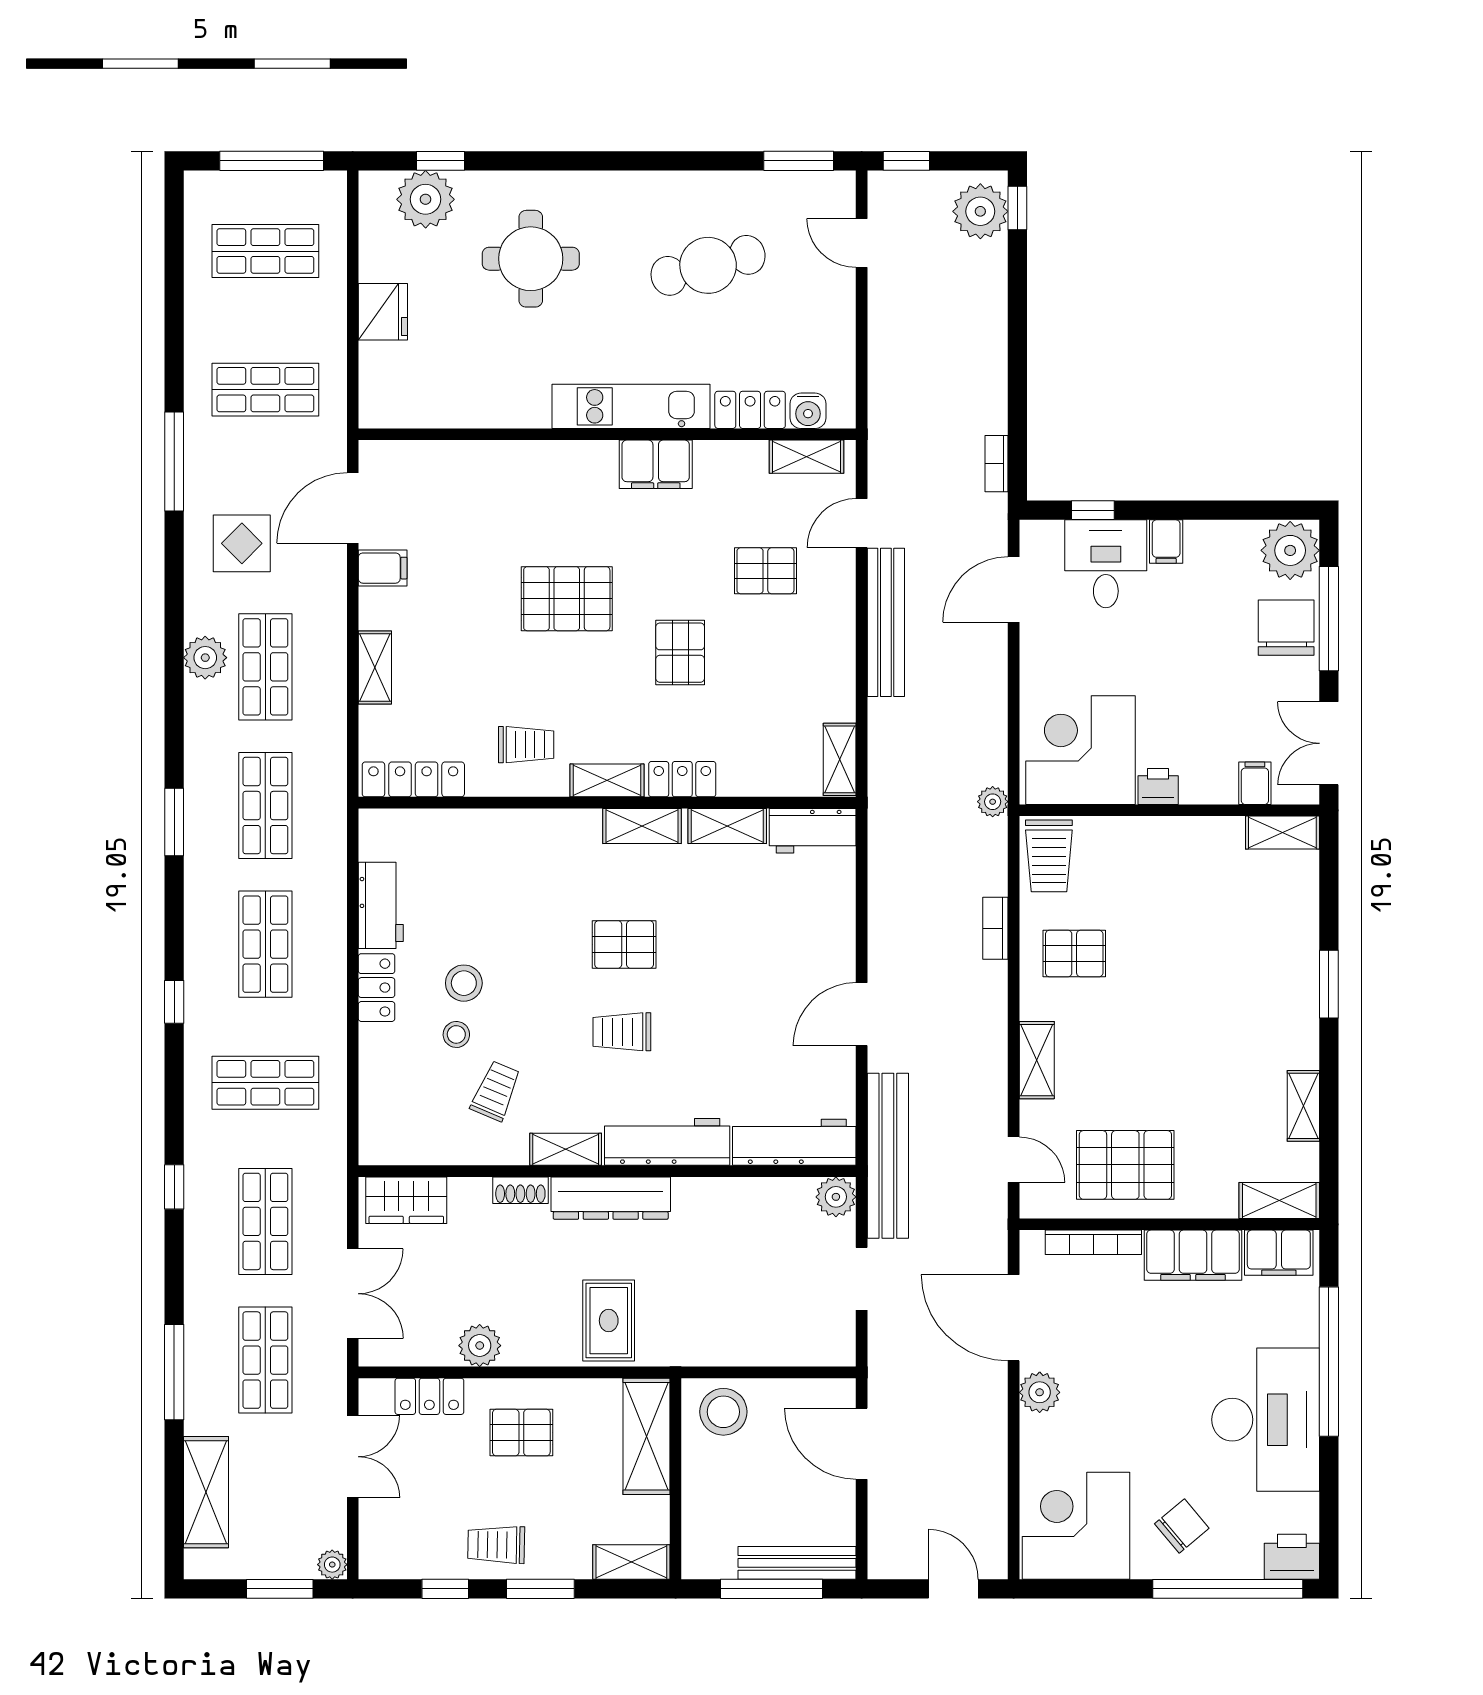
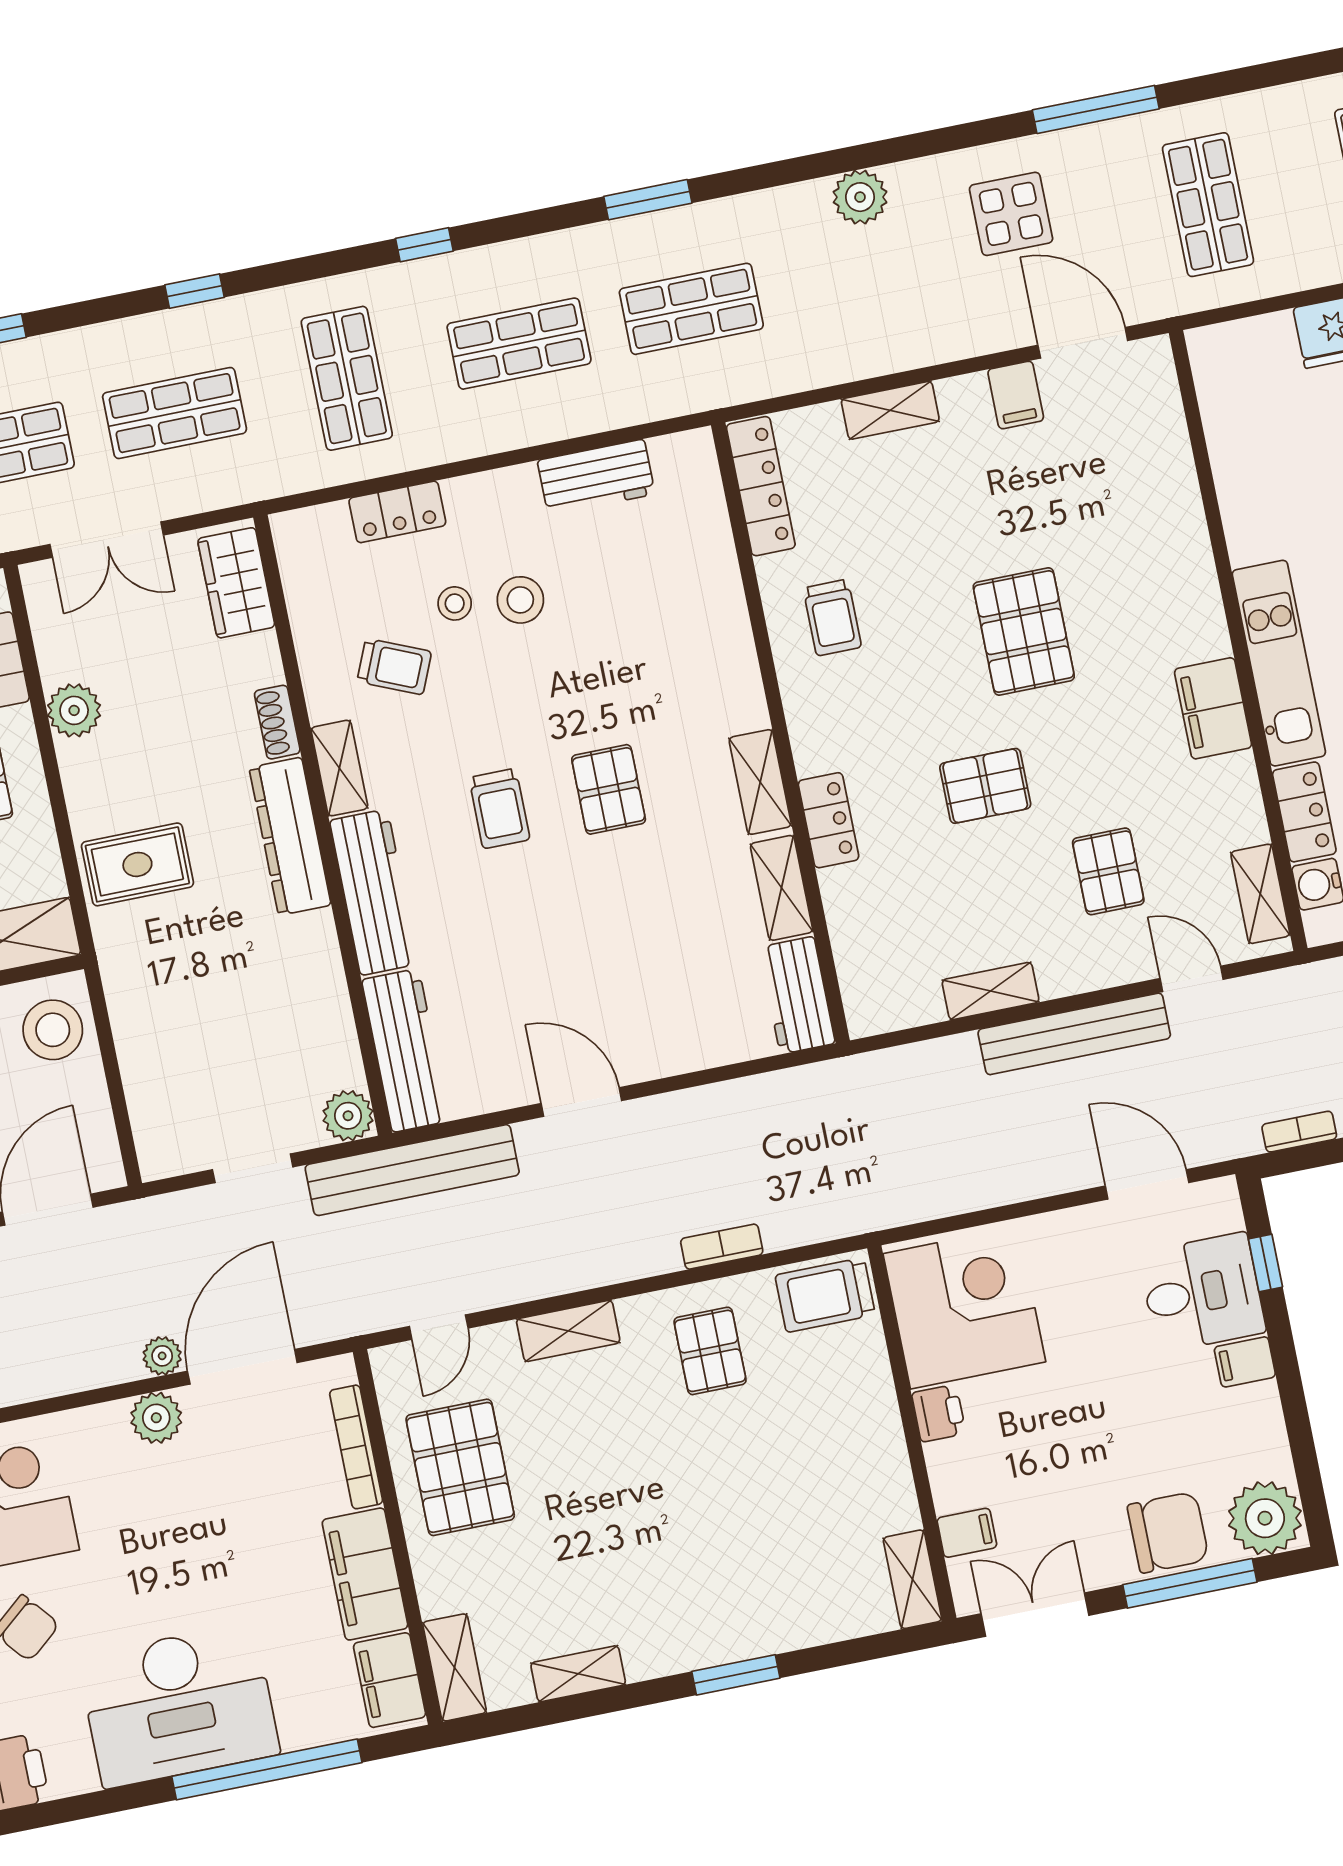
shop shelf: (265, 667) -> (864, 274), removed
shelving: (840, 759) -> (991, 991), moved
shelving: (607, 780) -> (808, 727), removed
plant: (993, 802) -> (162, 1356), moved
locker: (377, 988) -> (397, 512), moved
trolley: (622, 1032) -> (499, 809), turned 180

